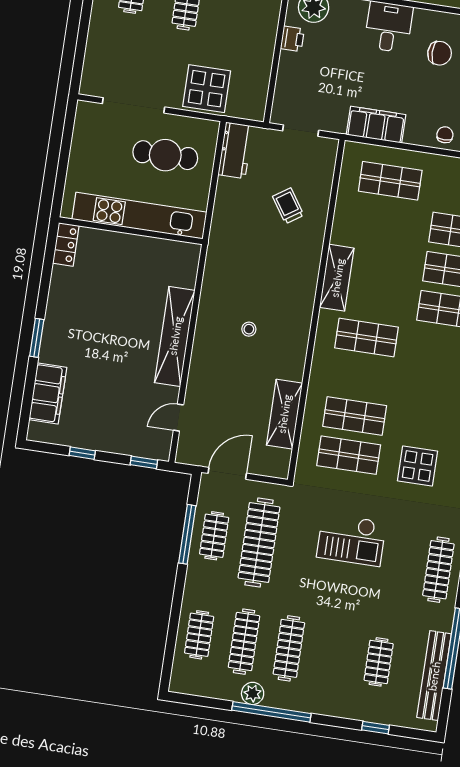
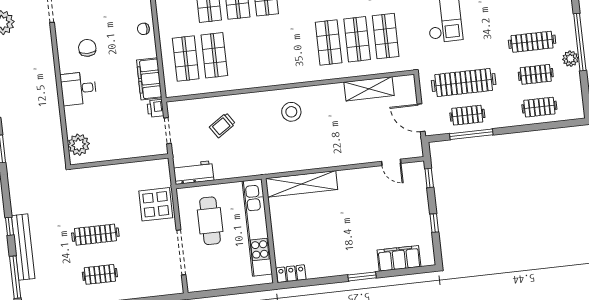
printer: (292, 39) -> (155, 108), moved, turned -90
shop shelf: (384, 220) -> (214, 55), added
shelving: (337, 278) -> (264, 78), removed
stool: (249, 329) -> (291, 112), moved, width x1.89, depth x1.89
shelving: (175, 336) -> (302, 184), moved
shop shelf: (366, 338) -> (329, 43), moved
clothes rail: (244, 642) -> (536, 74), width x0.73

